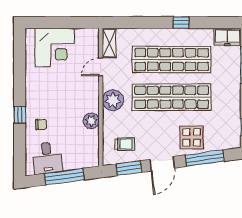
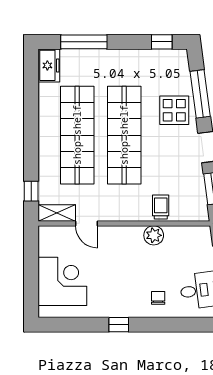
window: (181, 23) -> (31, 191), moved
plant: (113, 100) -> (128, 208), removed
window: (20, 115) -> (119, 325), moved
trolley: (125, 144) -> (161, 207), moved

